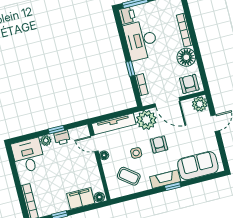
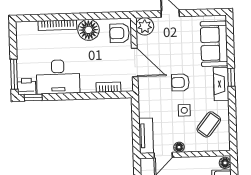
window: (130, 69) -> (33, 98), moved
door: (167, 102) -> (135, 62), hinge flipped
plant: (146, 120) -> (149, 91), removed
tv unit: (114, 124) -> (146, 136), width x0.71

